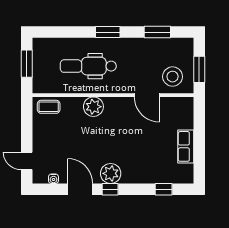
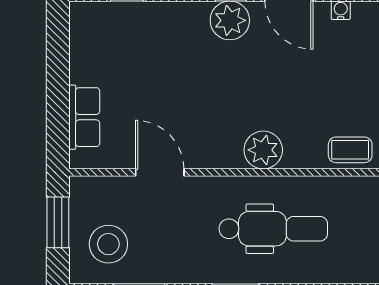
stool: (173, 77) -> (108, 244), moved
row of seats: (186, 146) -> (84, 117), moved

